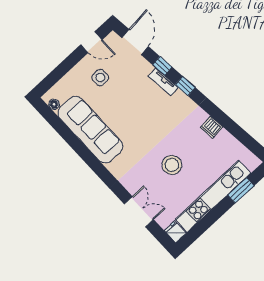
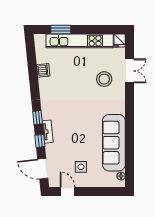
door: (135, 42) -> (43, 169), hinge flipped
dishwasher: (212, 127) -> (43, 70), moved
stool: (172, 165) -> (104, 79), moved
double door: (139, 212) -> (130, 71), swing flipped

